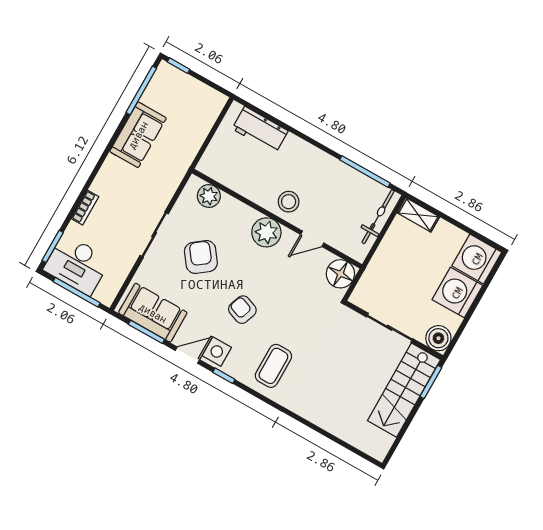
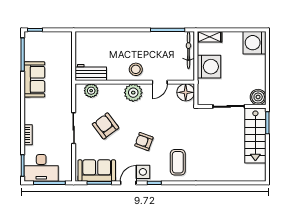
workbench: (260, 130) -> (91, 72), moved, turned 180
washing machine: (457, 293) -> (209, 67), moved, turned 180

